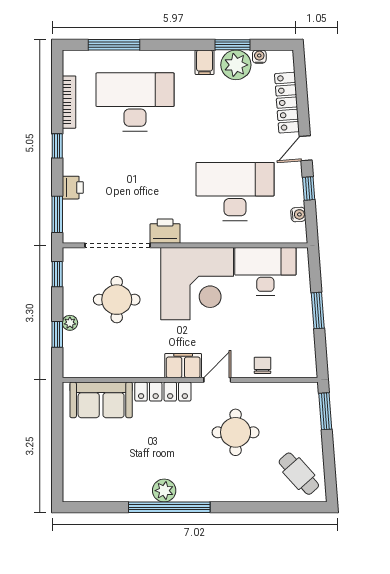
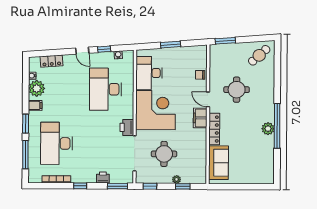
window: (233, 45) -> (26, 124), moved
locker: (287, 103) -> (52, 61), width x0.66

